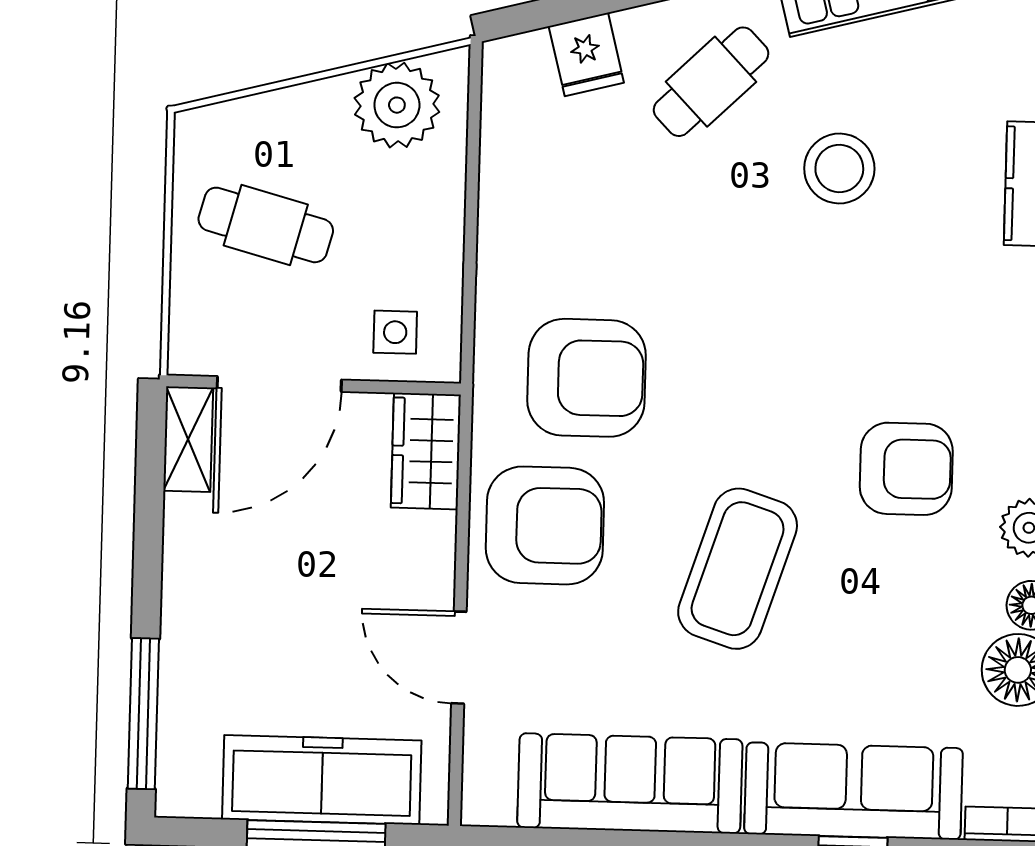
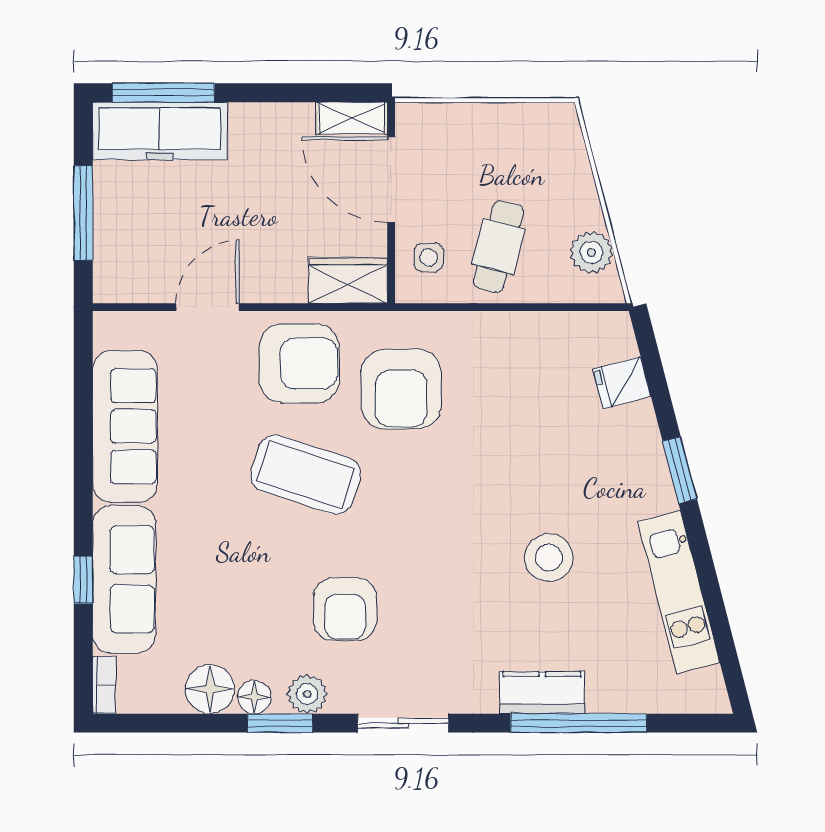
cafe table: (711, 82) -> (606, 468), removed
plant: (397, 105) -> (591, 252), width x0.73, depth x0.73
cafe table: (266, 225) -> (498, 246), moved
armchair: (545, 525) -> (299, 363), turned -90
coffee table: (738, 569) -> (306, 475), moved
freezer: (322, 780) -> (160, 131), moved, turned 90

